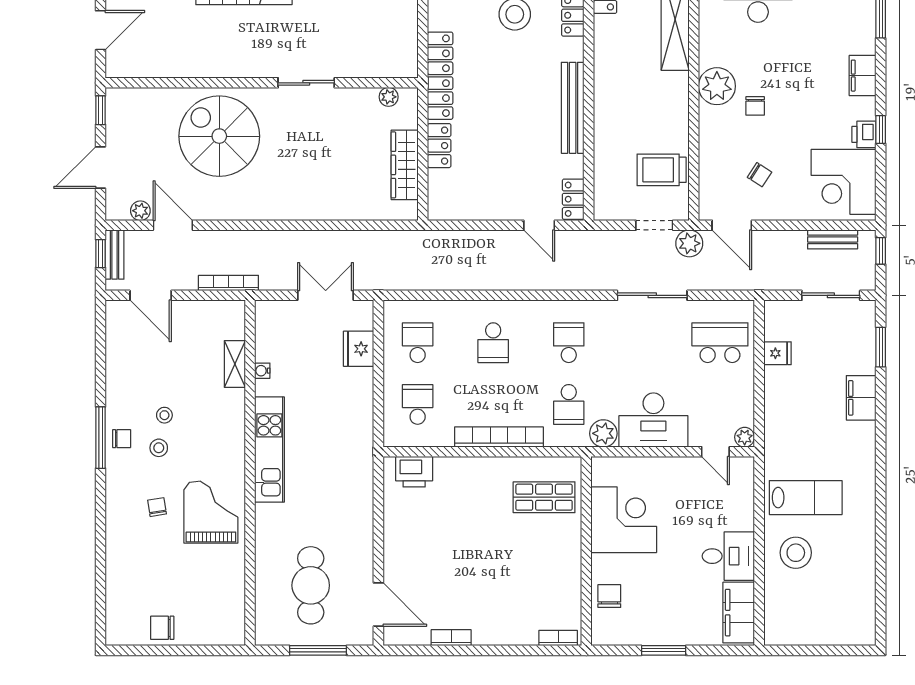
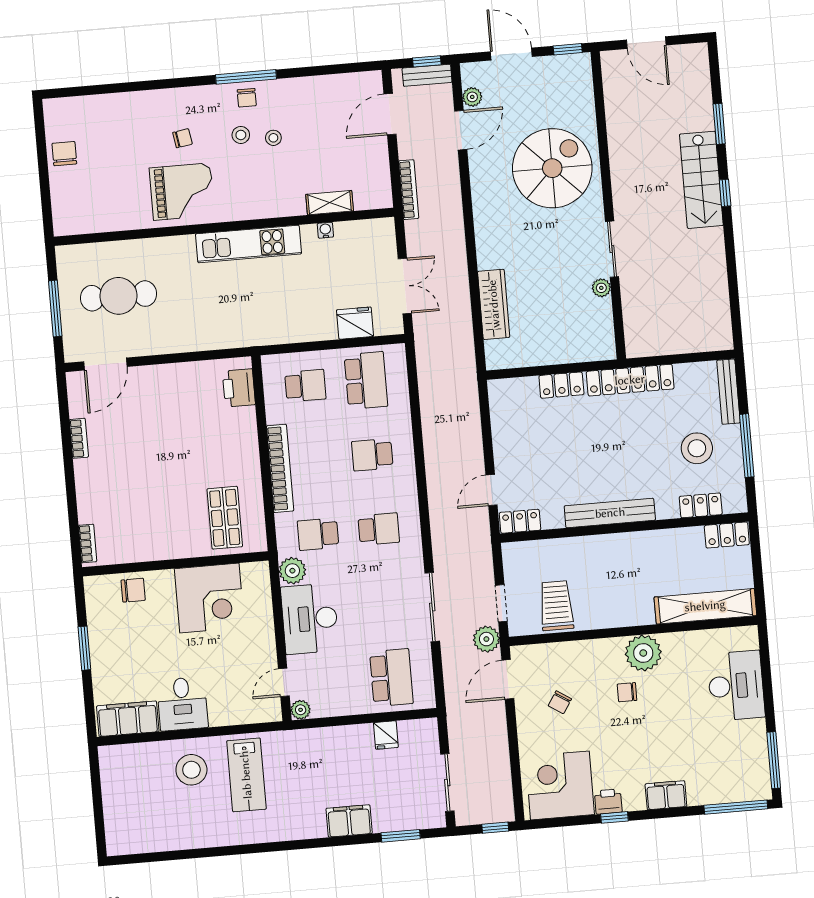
plant: (389, 97) -> (601, 288), moved
wardrobe: (405, 165) -> (494, 304), moved, turned 90
bench: (833, 239) -> (502, 780), removed
school desk: (418, 343) -> (366, 380), width x1.85

